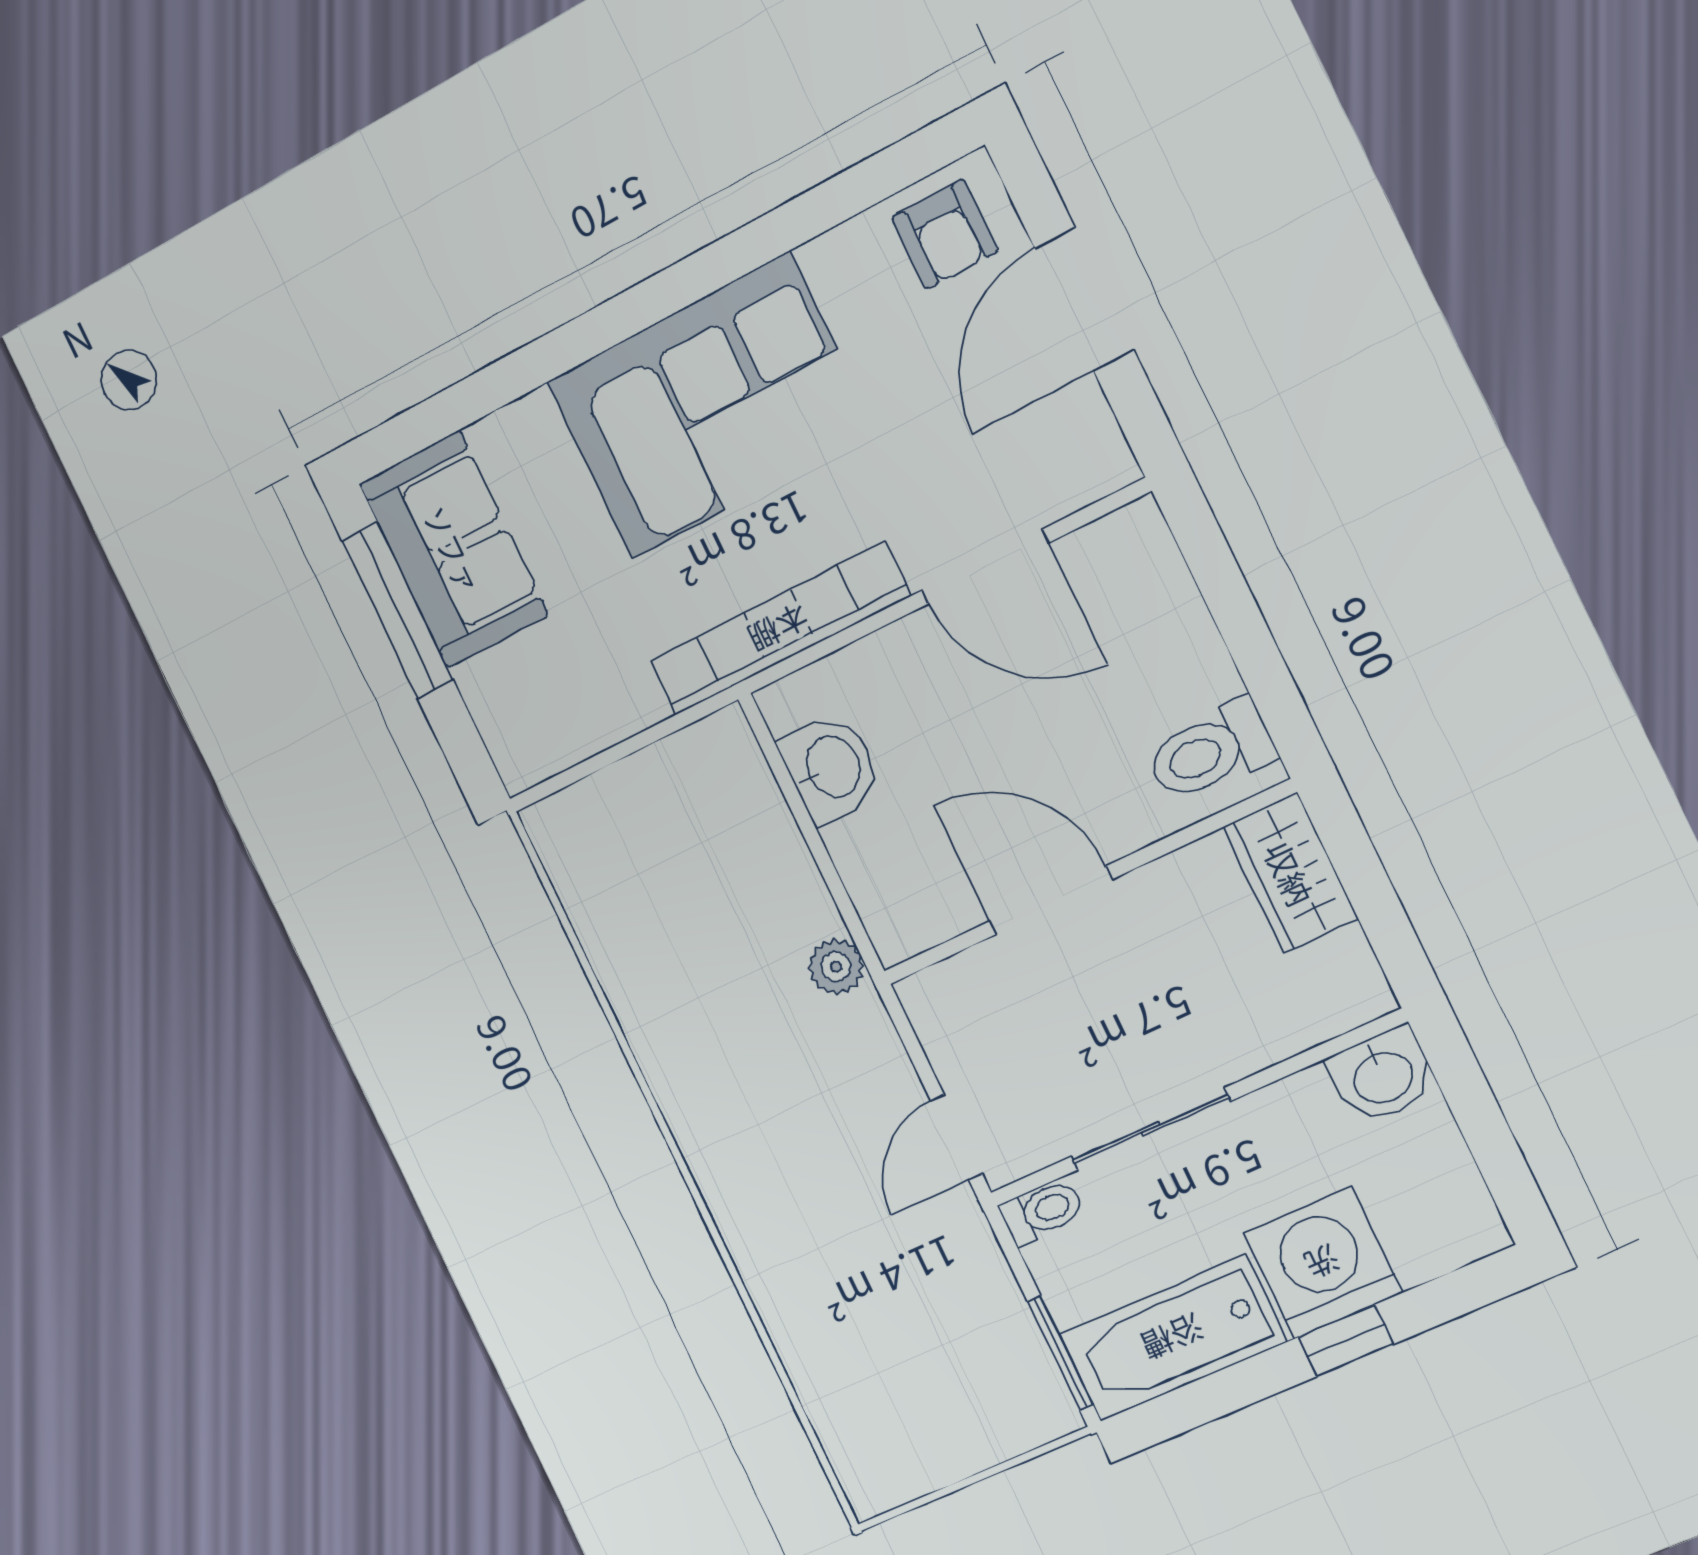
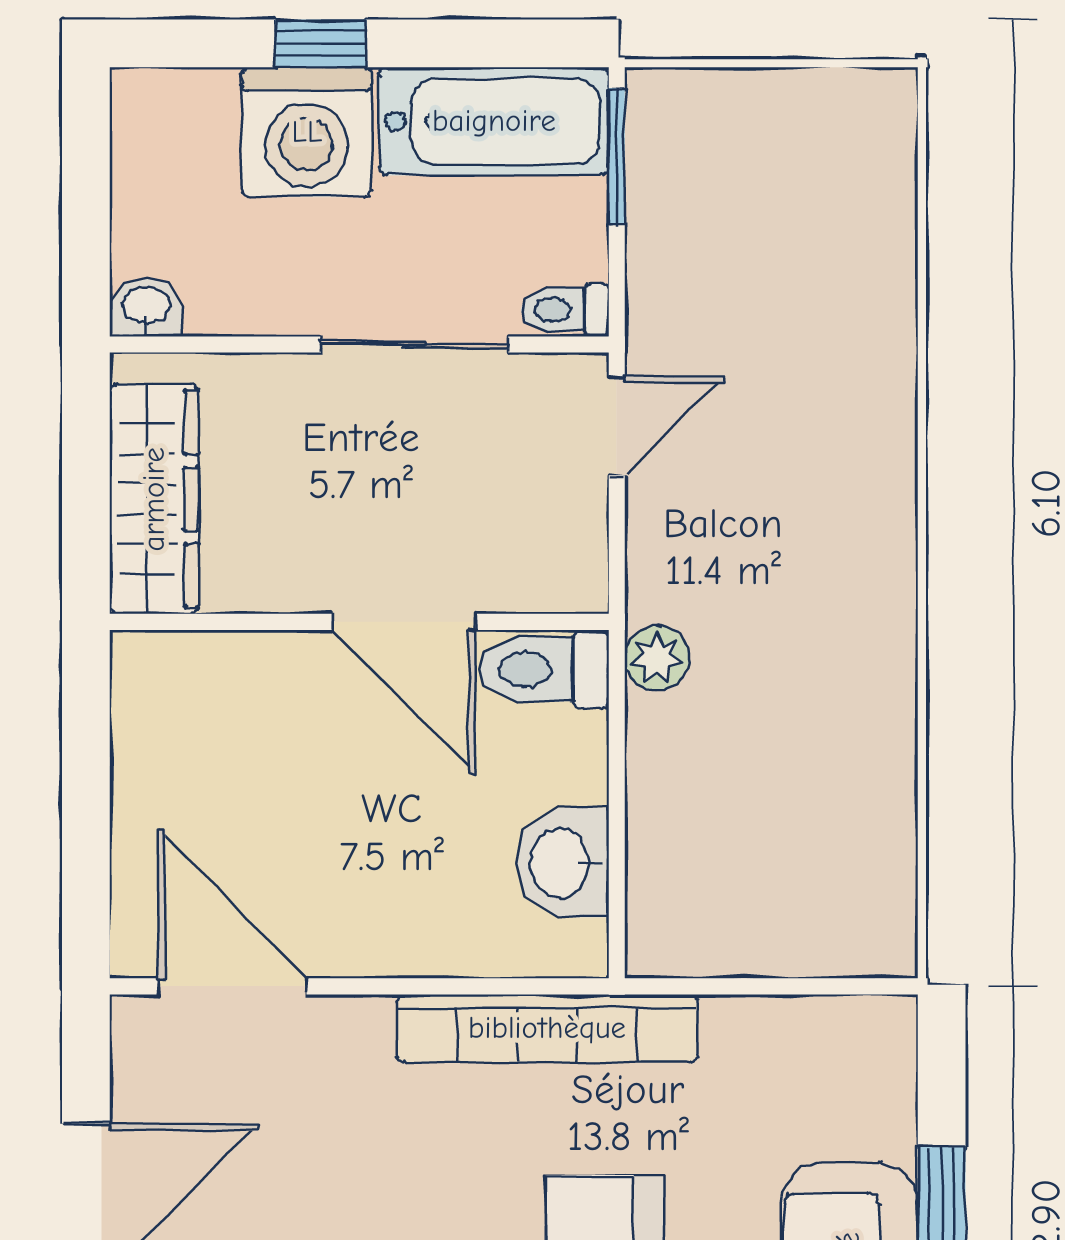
door: (985, 567) -> (232, 986), moved
toilet: (1210, 751) -> (544, 669), moved, turned 180
wardrobe: (1290, 873) -> (154, 499), width x1.50
washbasin: (1382, 1076) -> (146, 307), width x0.72, depth x0.69

